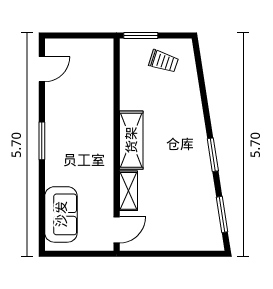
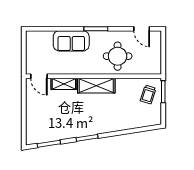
trolley: (163, 61) -> (148, 94), moved
round table: (85, 107) -> (118, 56), added
sofa: (61, 214) -> (71, 41), moved

